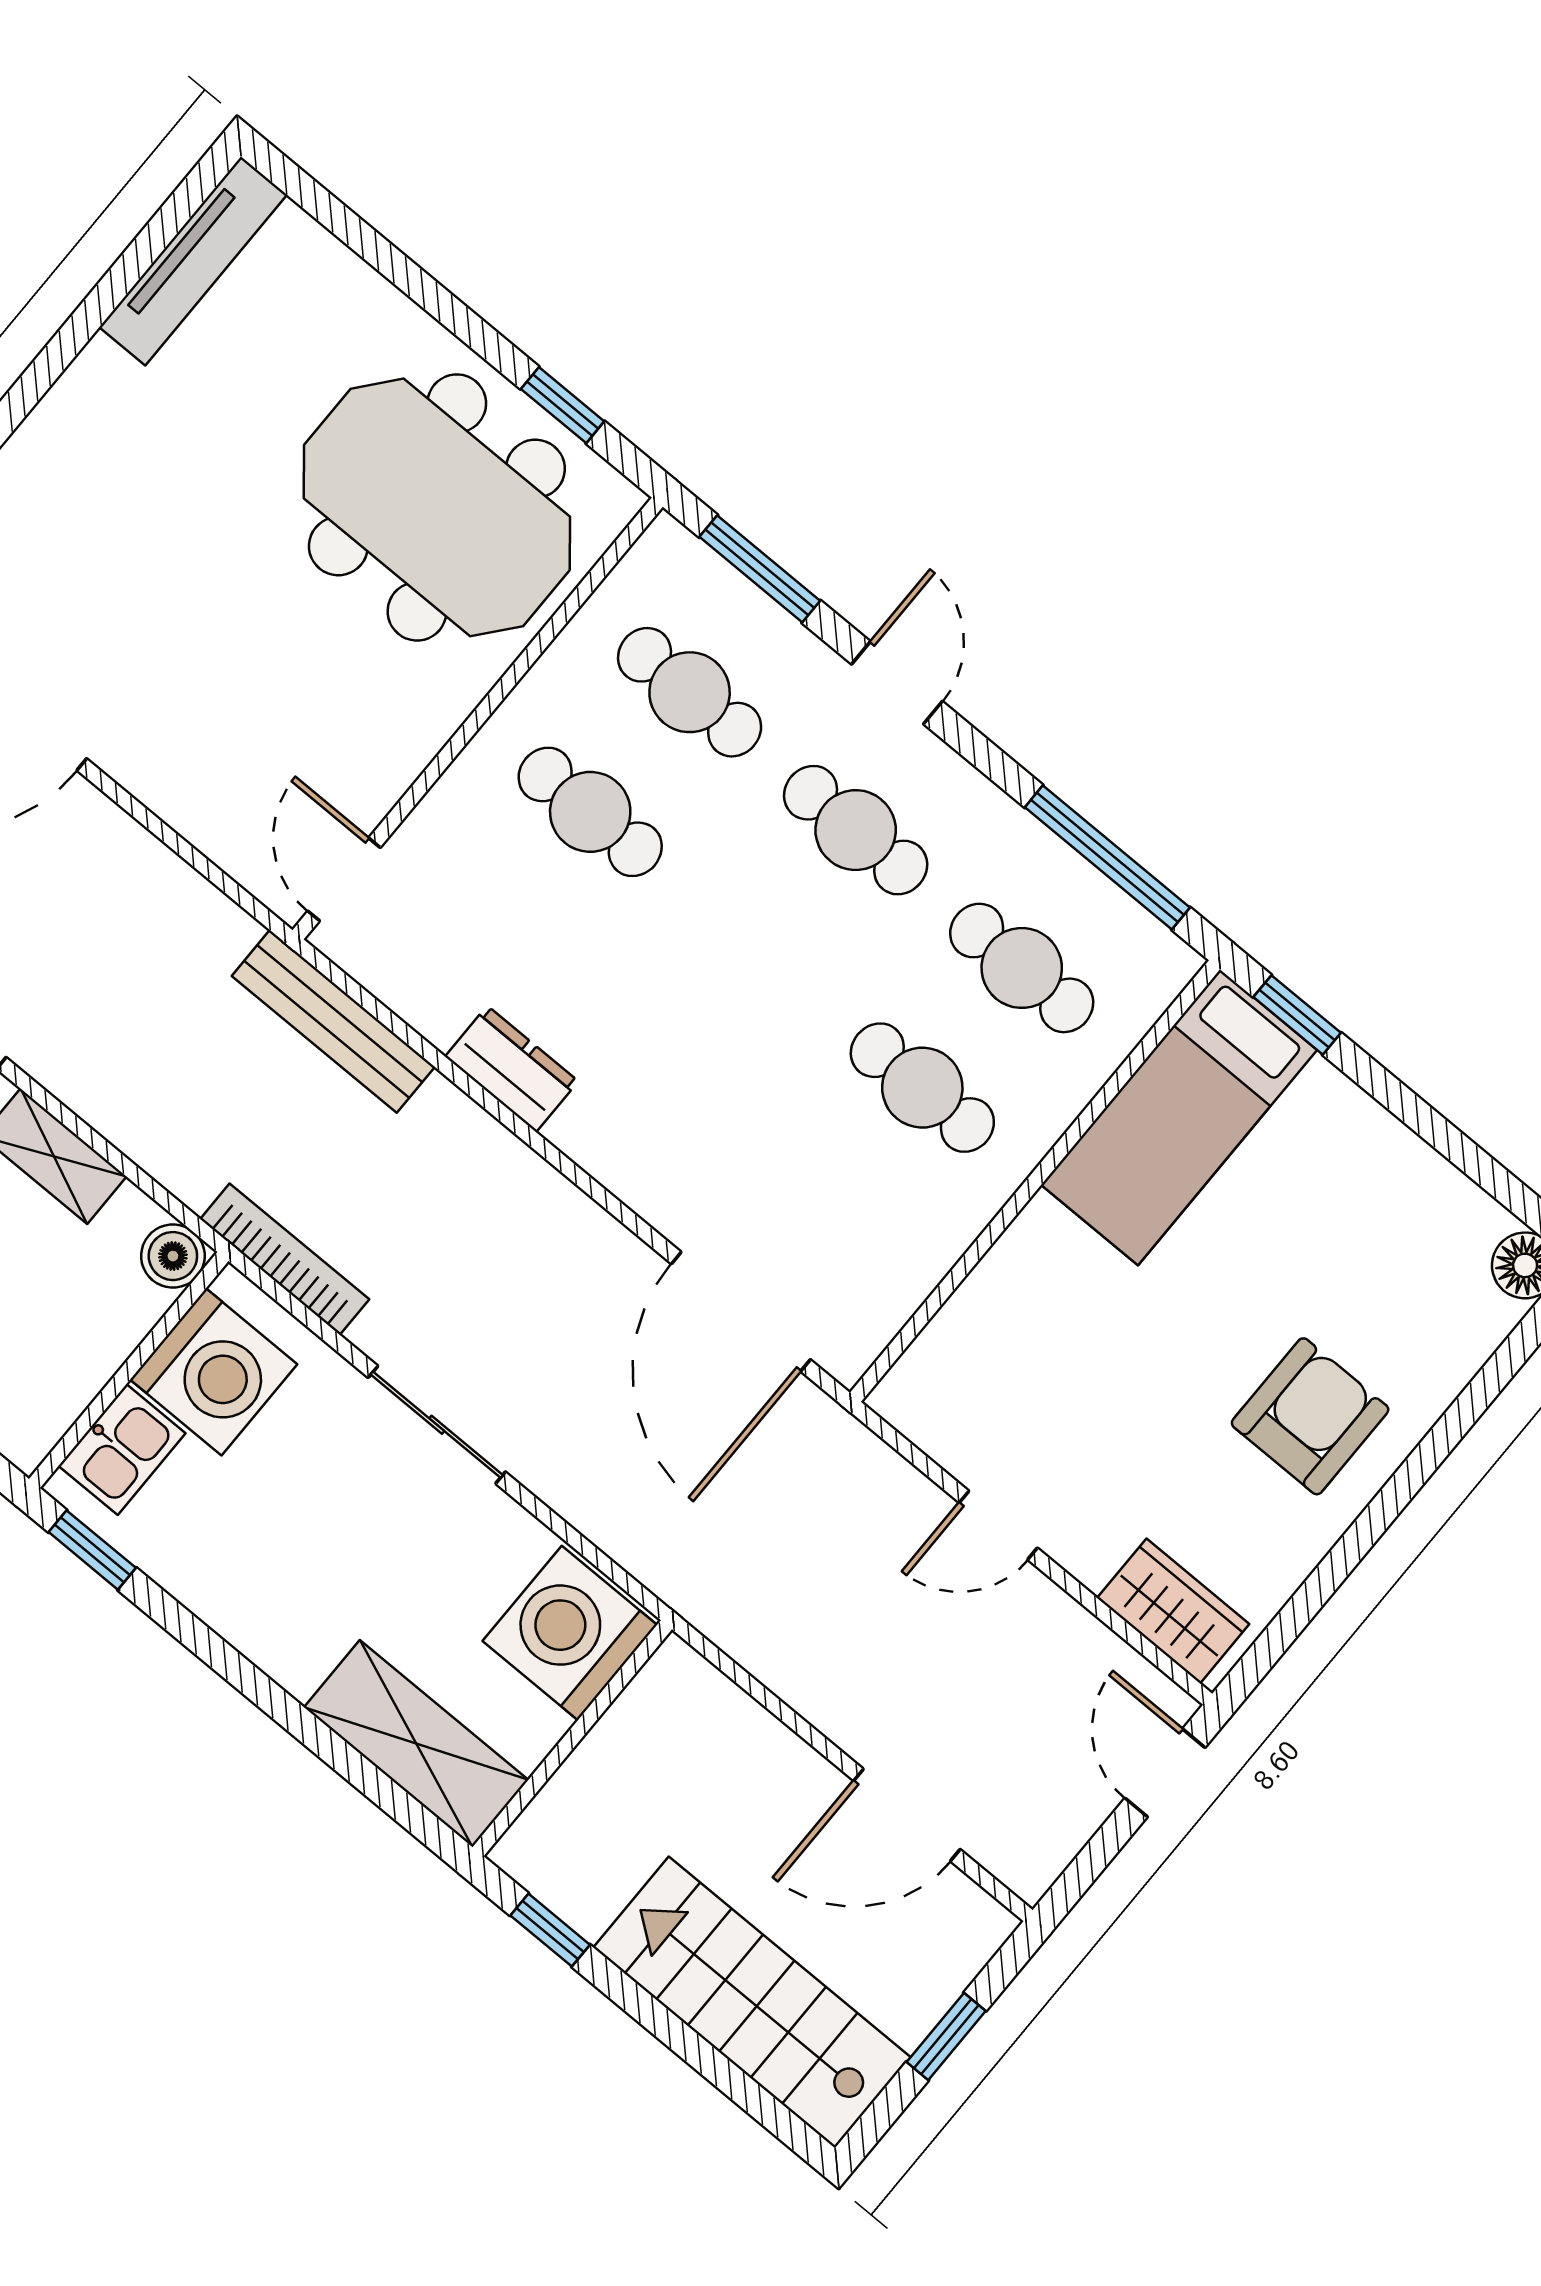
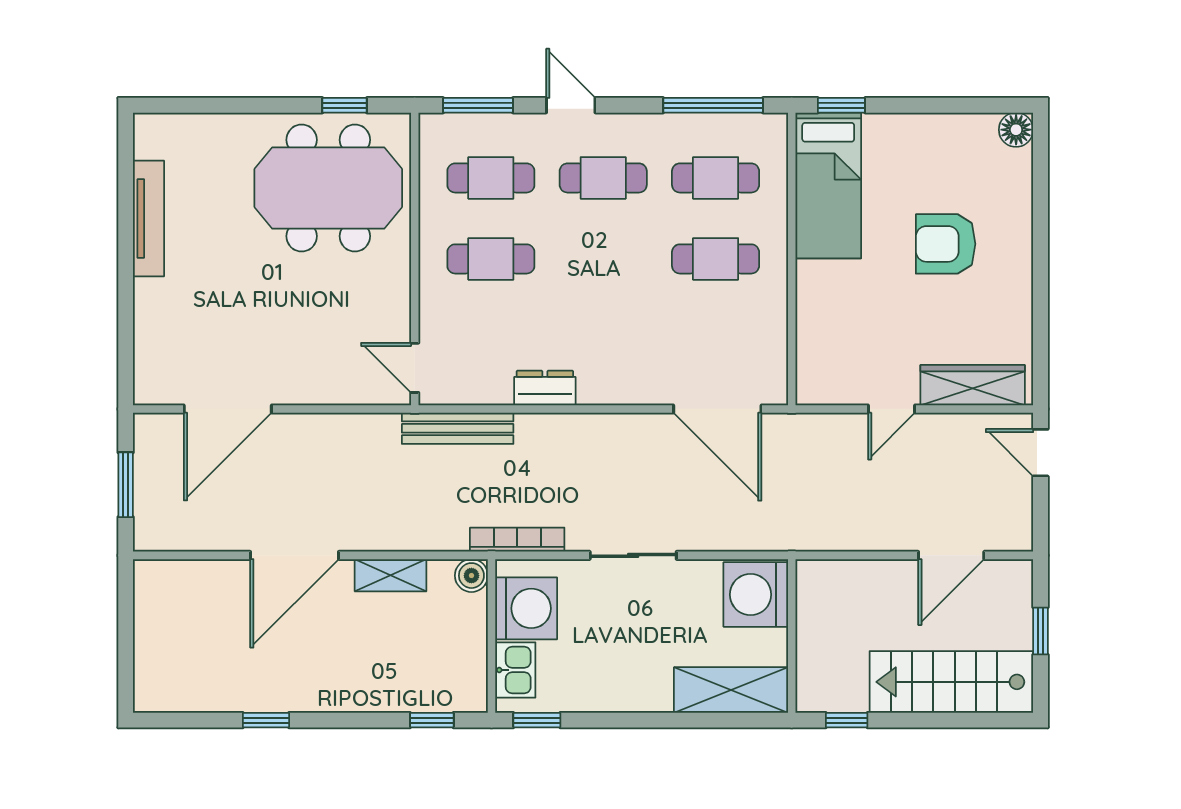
tv unit: (193, 261) -> (149, 219), moved
armchair: (1310, 1416) -> (946, 244), moved, turned -90
wardrobe: (1173, 1611) -> (973, 385), width x1.50

